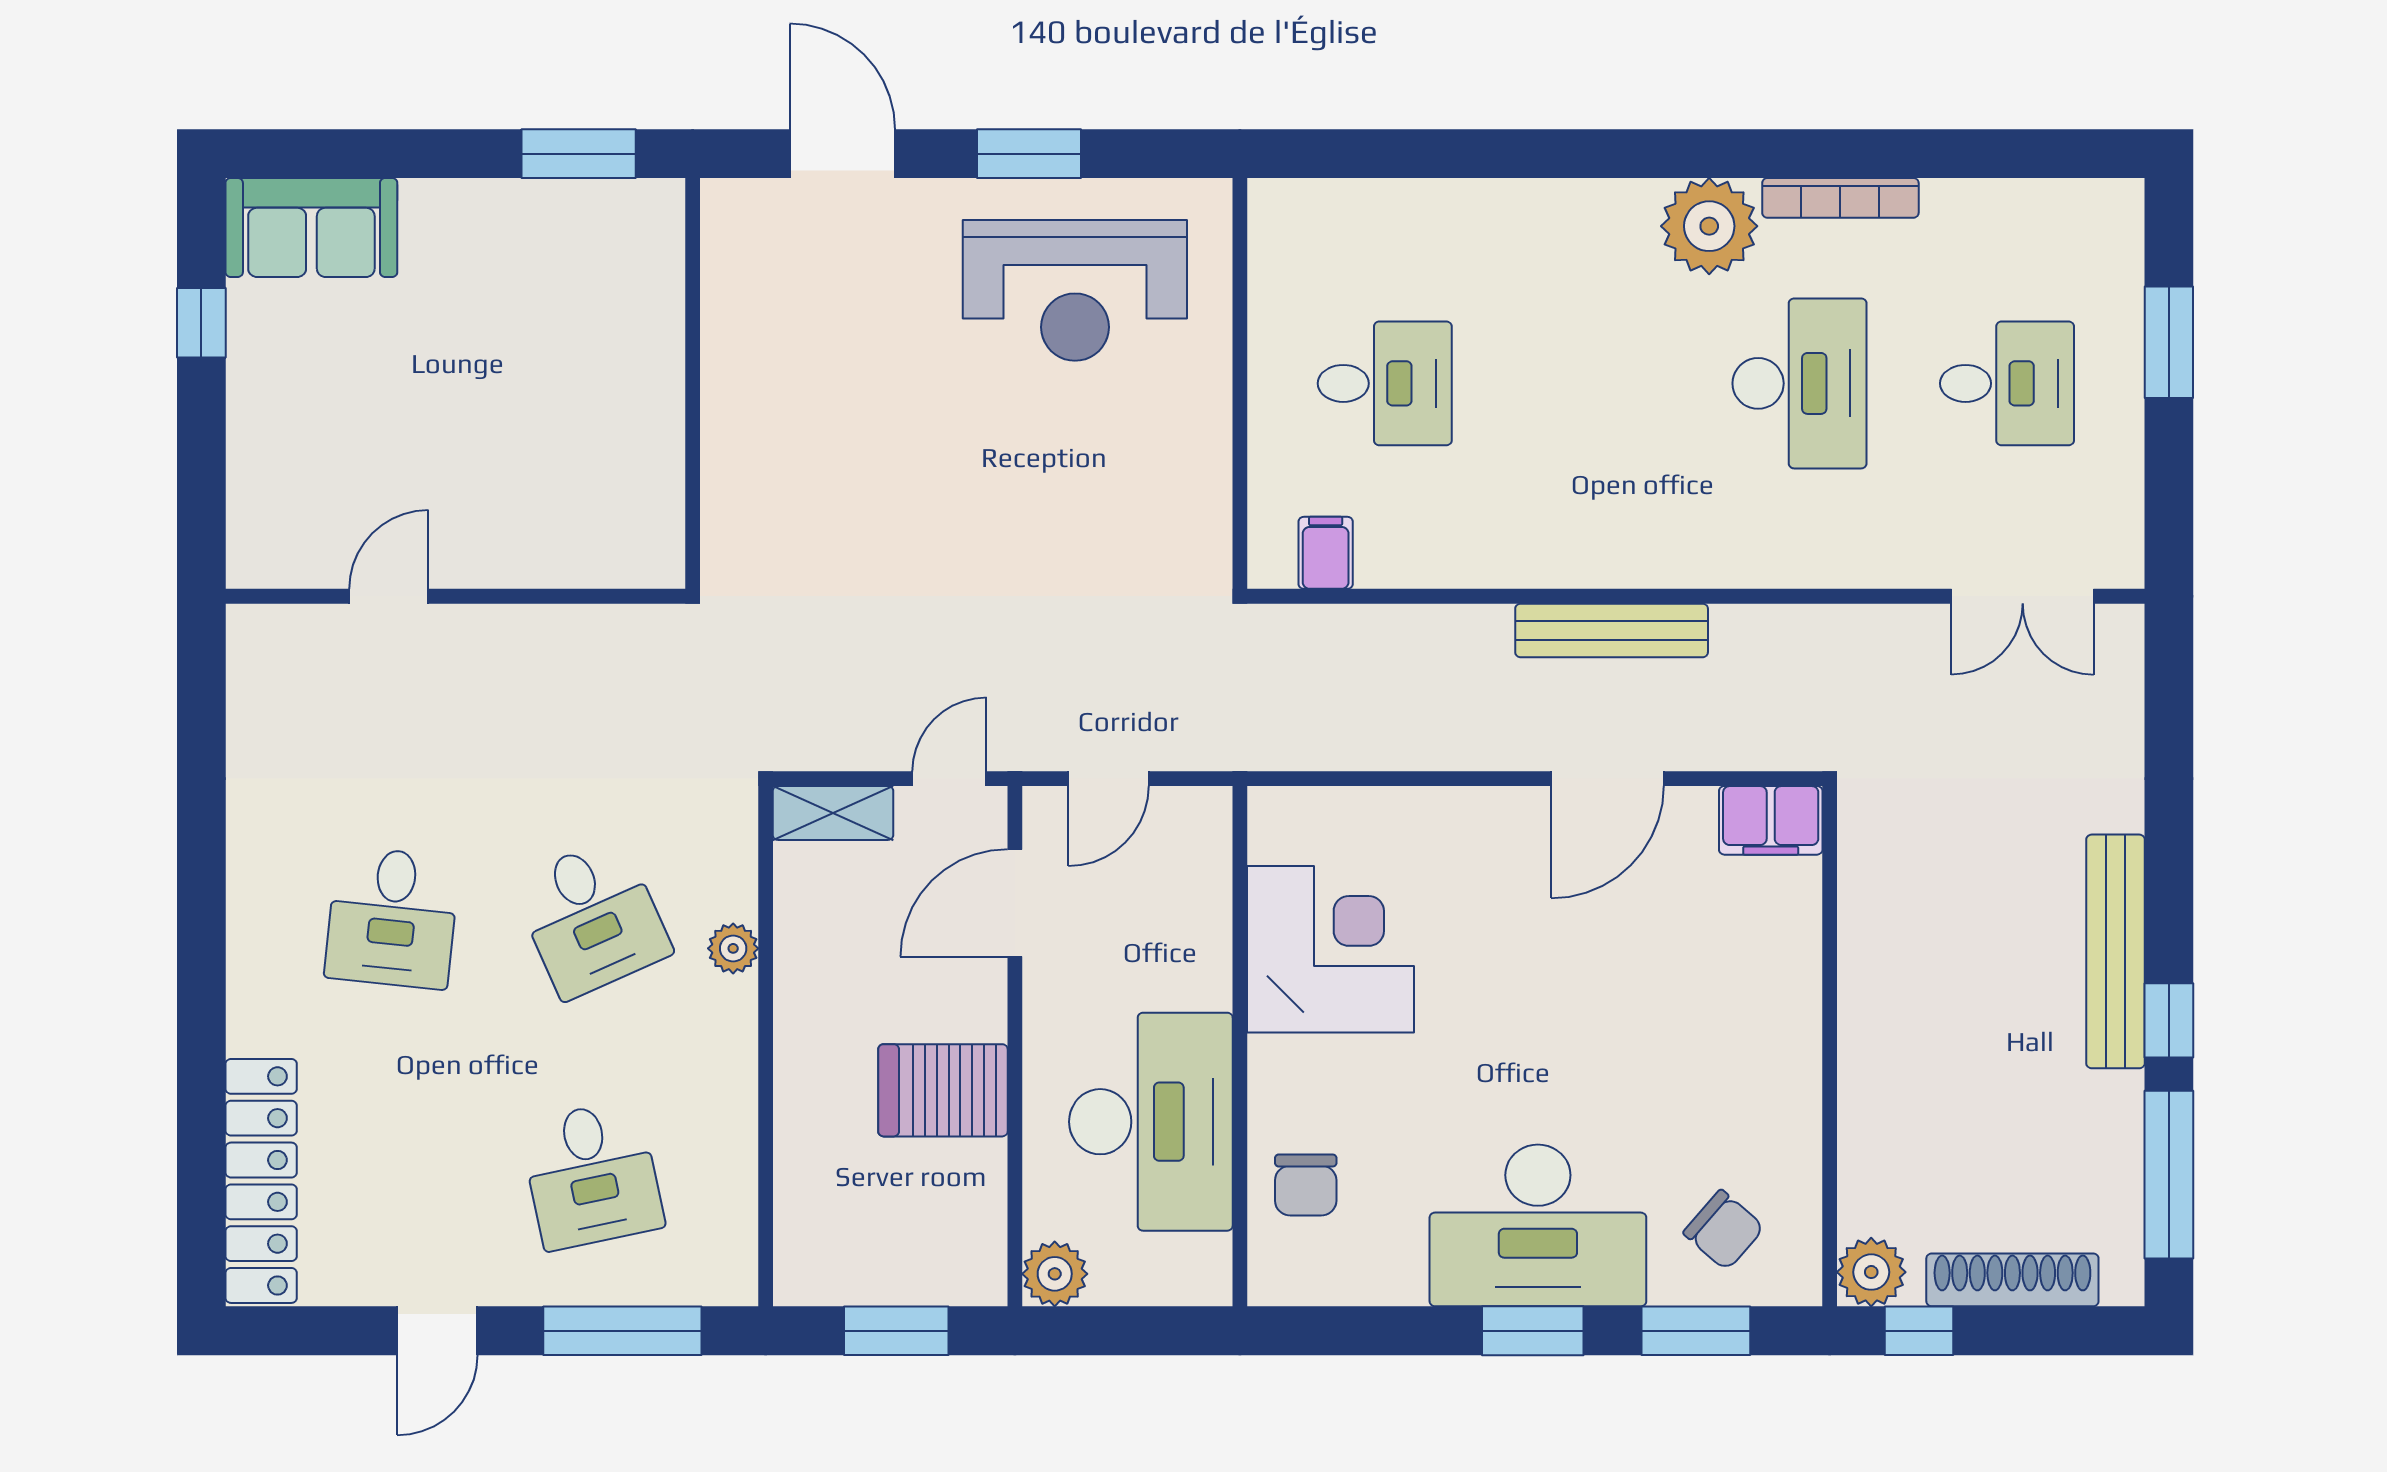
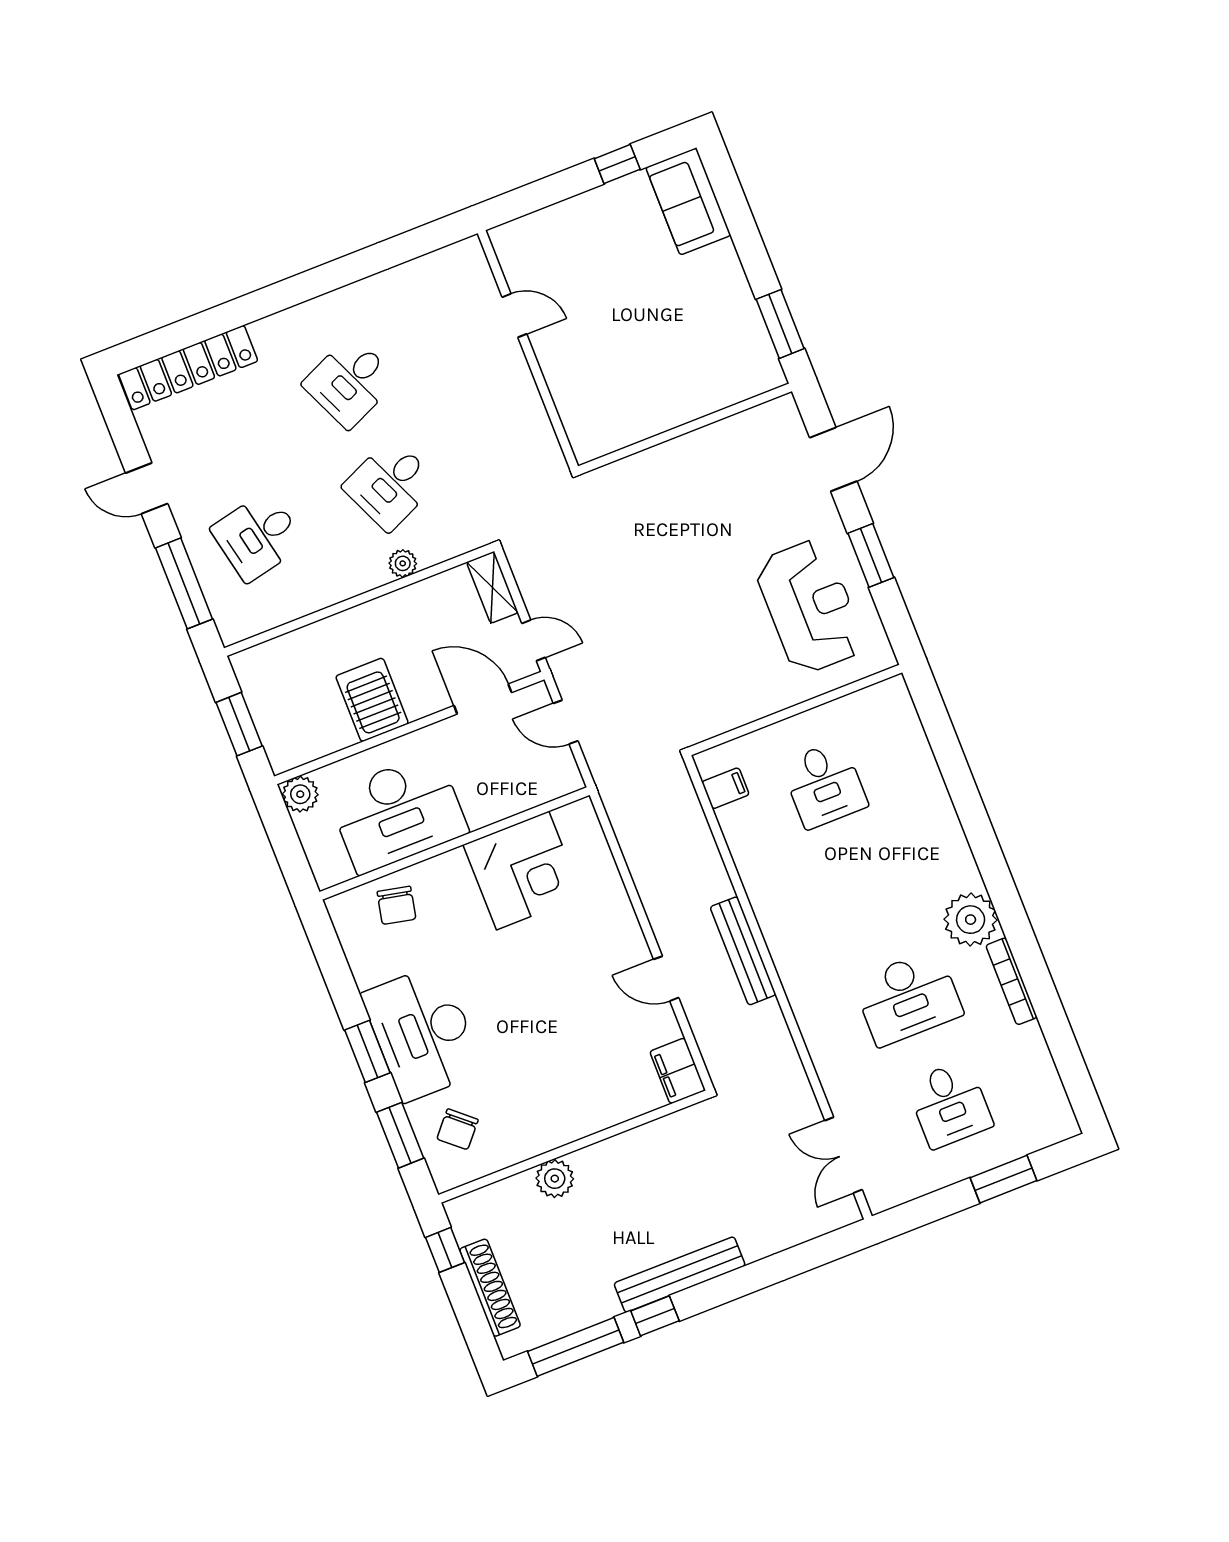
reception desk: (1075, 290) -> (810, 607), turned 180
door: (1607, 779) -> (666, 979), width x0.73
desk: (392, 918) -> (350, 382), turned -30
chair: (1306, 1185) -> (396, 905), turned -78
plant: (1871, 1272) -> (555, 1179), moved

